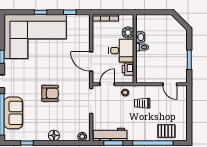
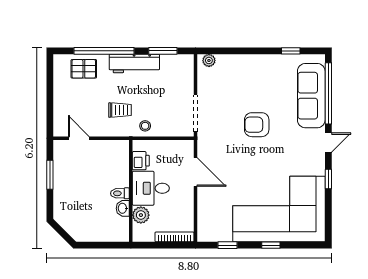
door: (107, 84) -> (172, 138), removed
sofa: (13, 113) -> (311, 96), width x1.36
floor lamp: (54, 135) -> (251, 62), removed
workbench: (110, 135) -> (134, 64), moved

